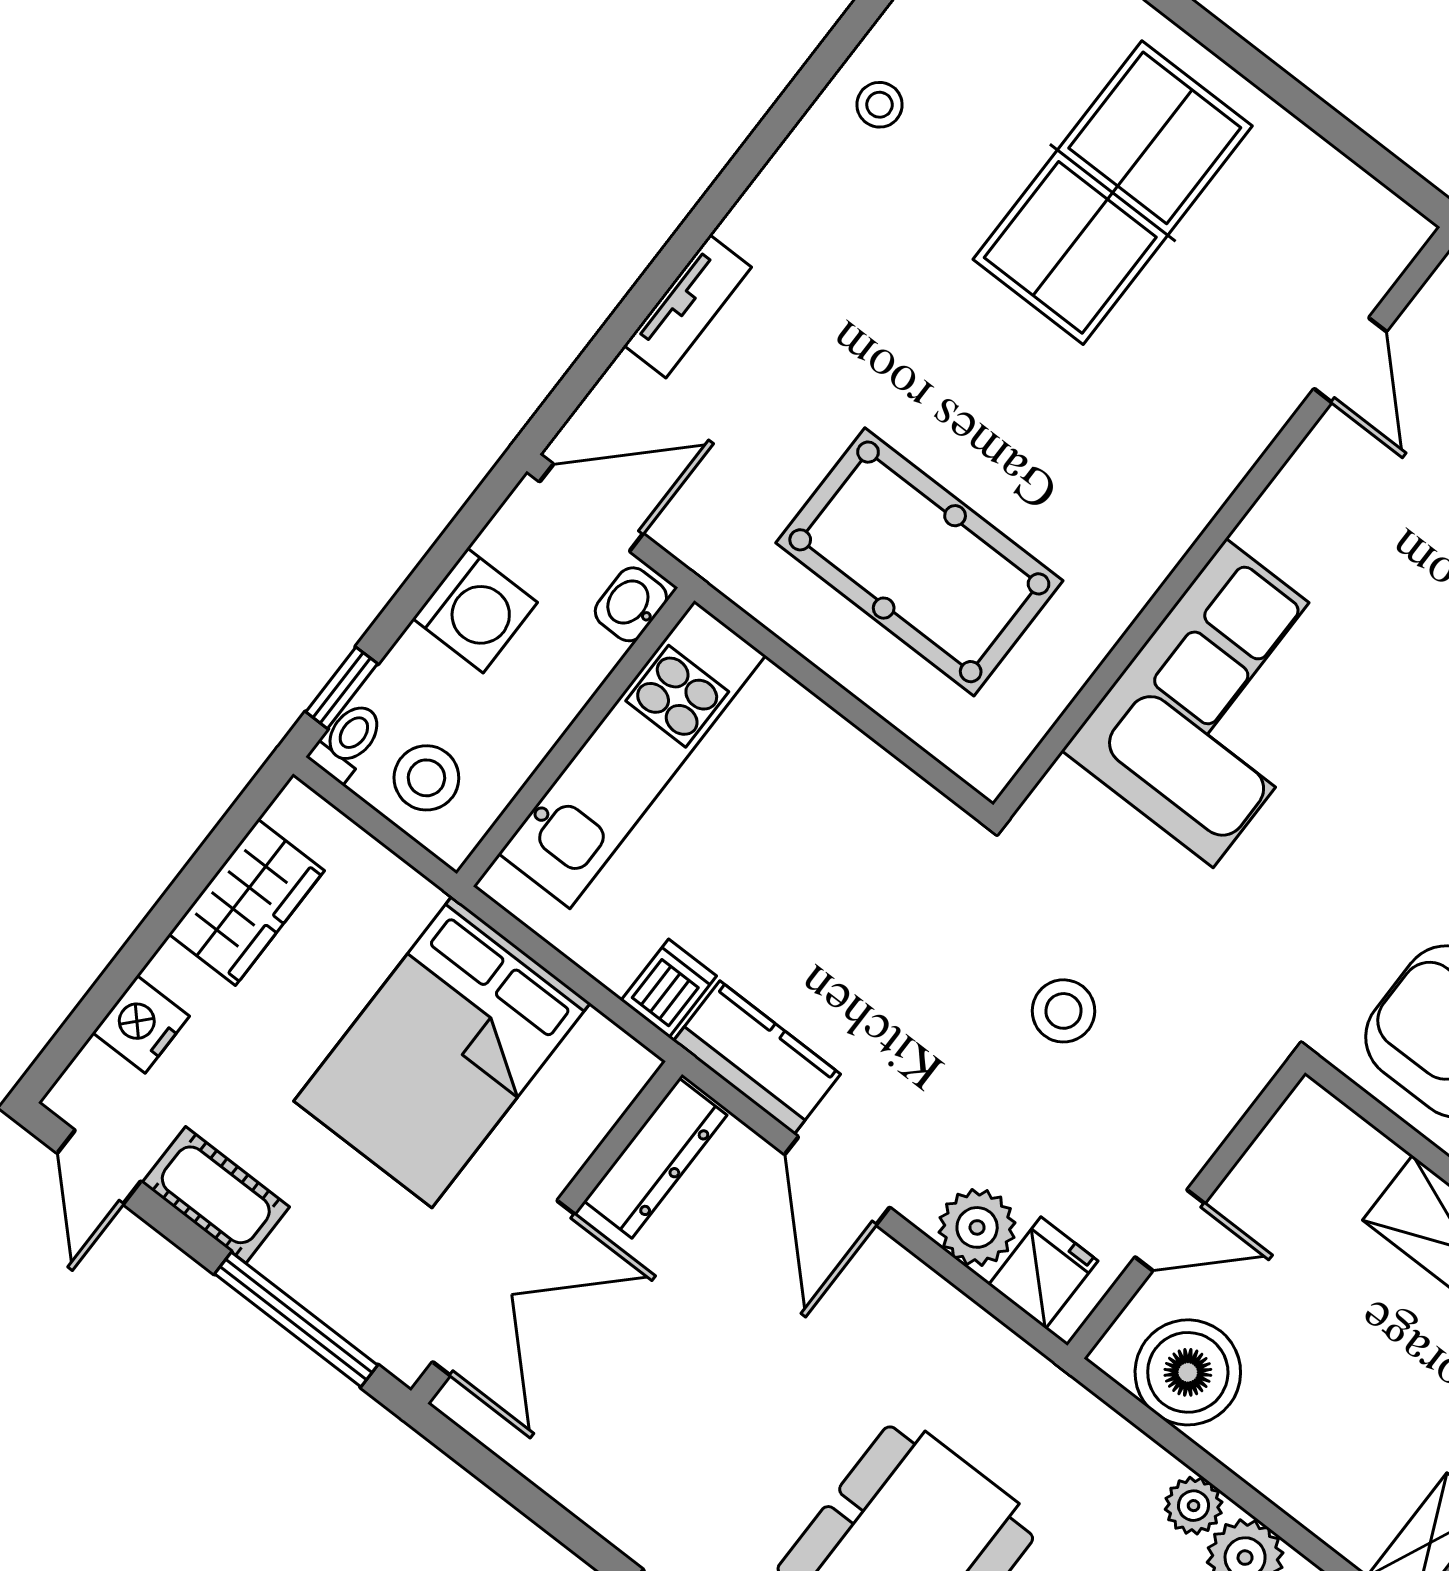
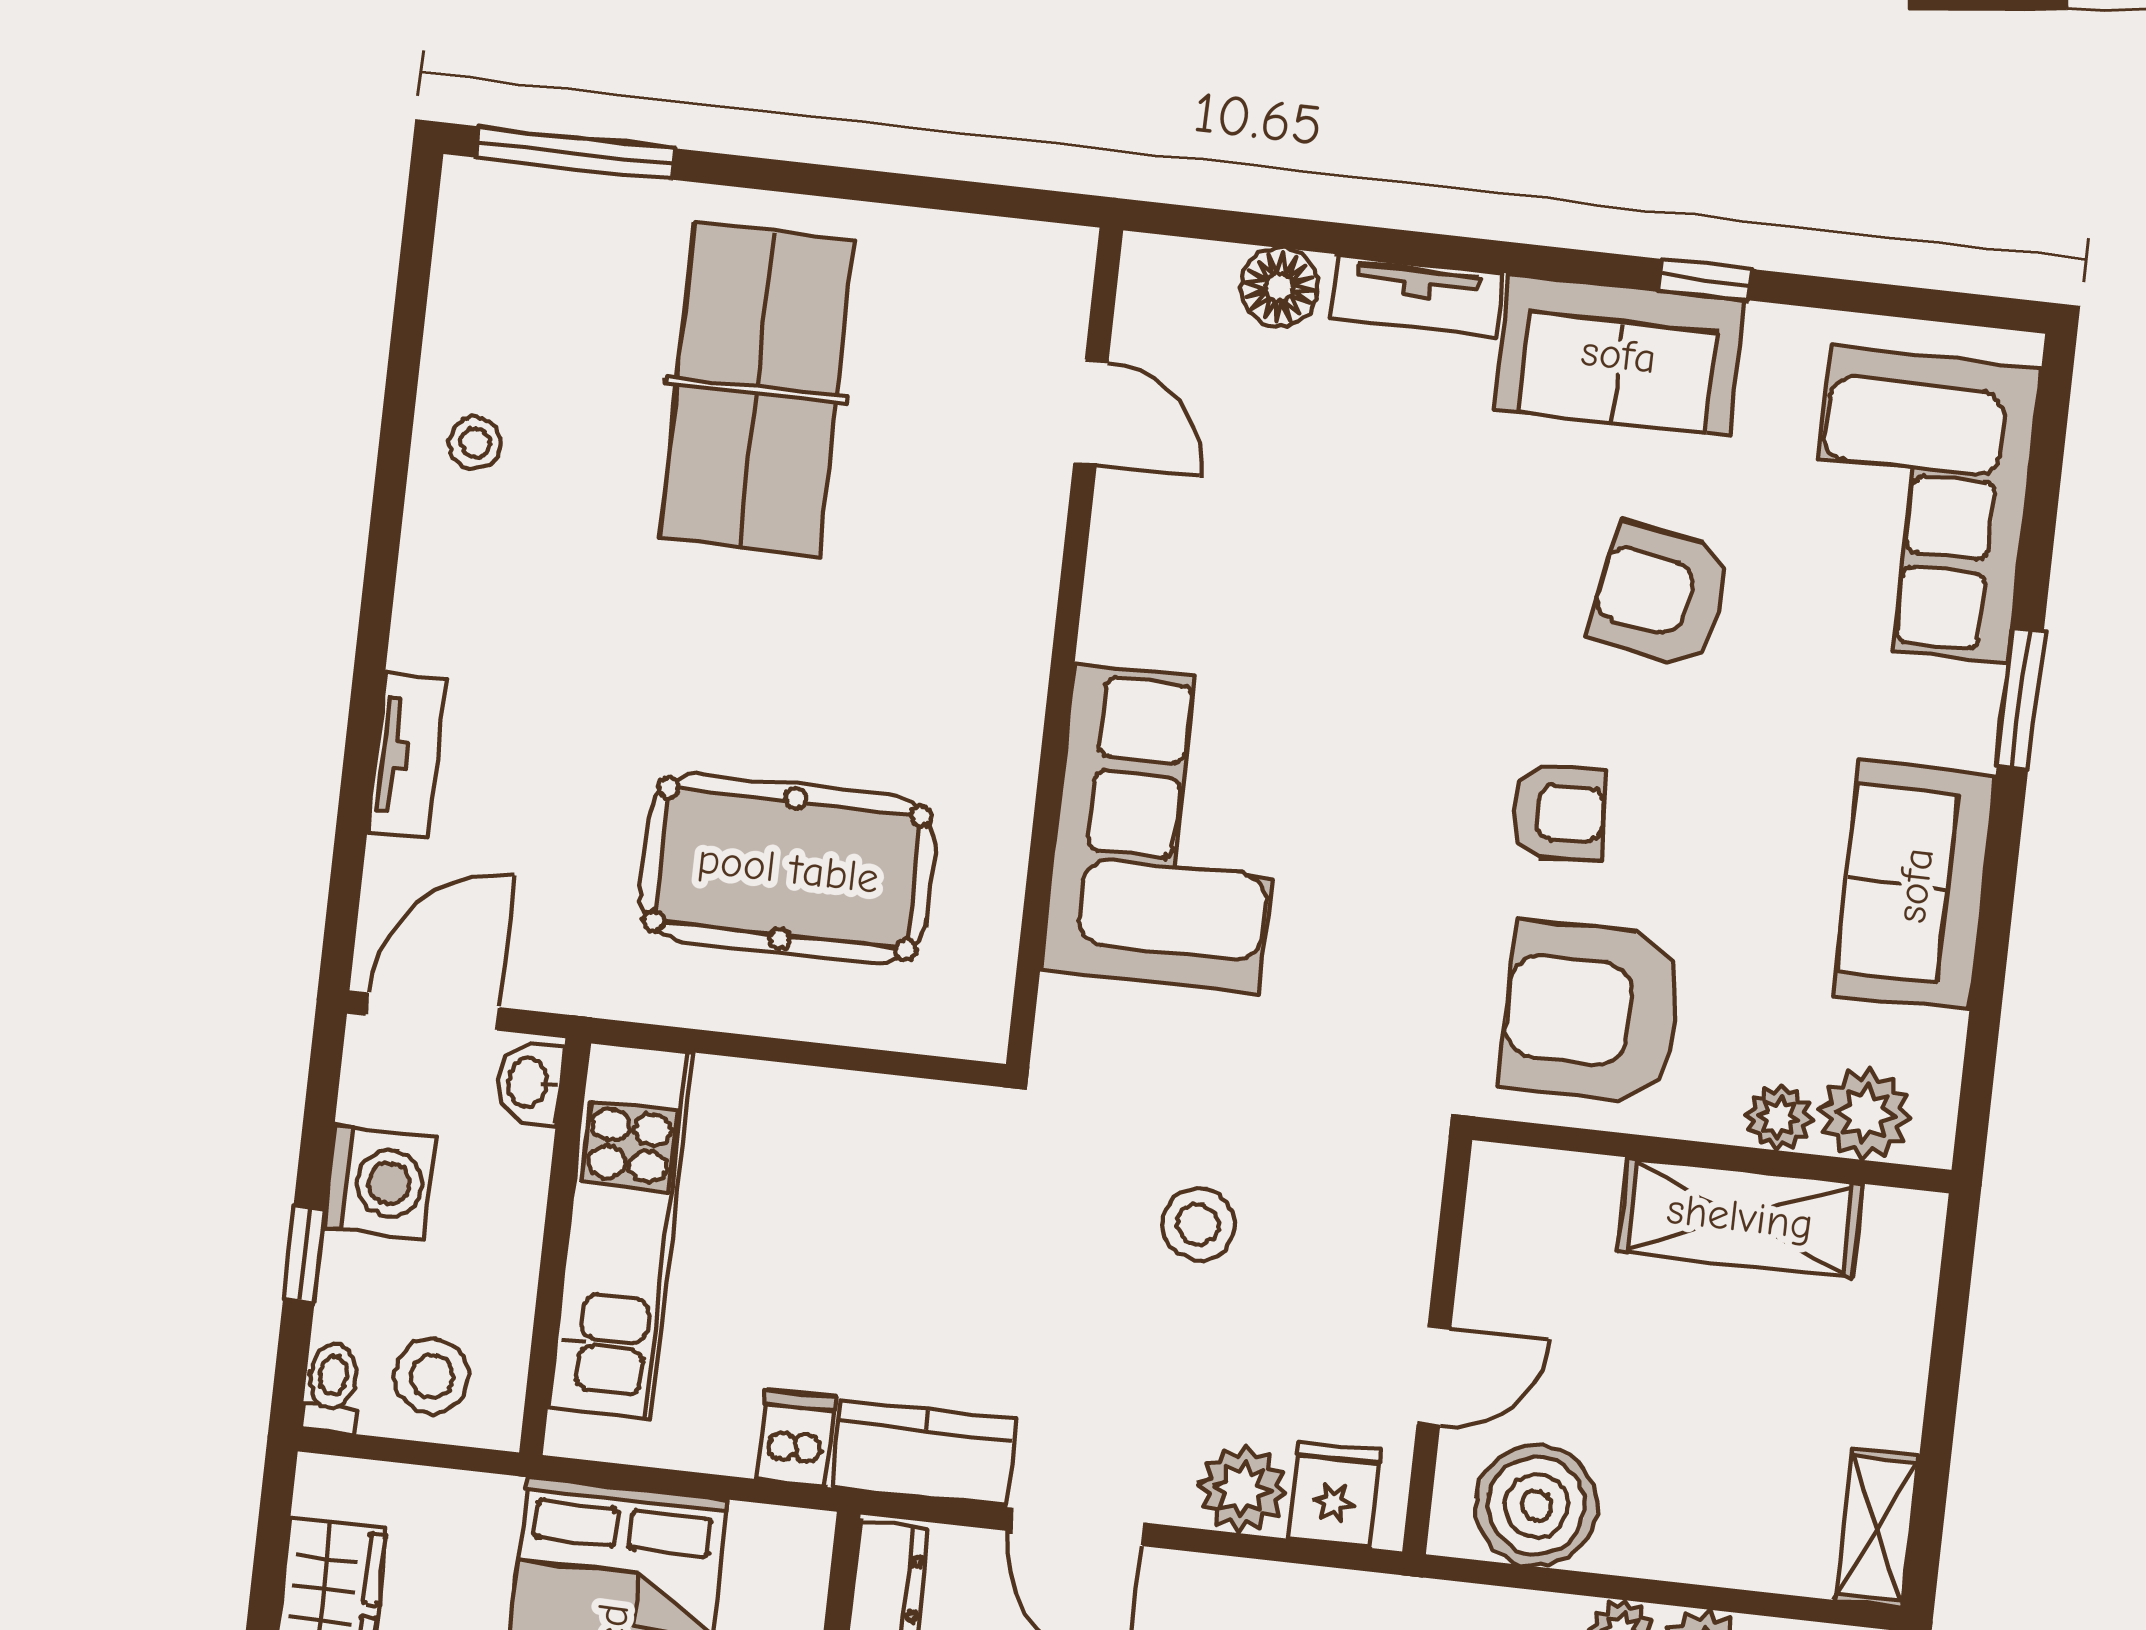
window: (342, 688) -> (304, 1254), moved

